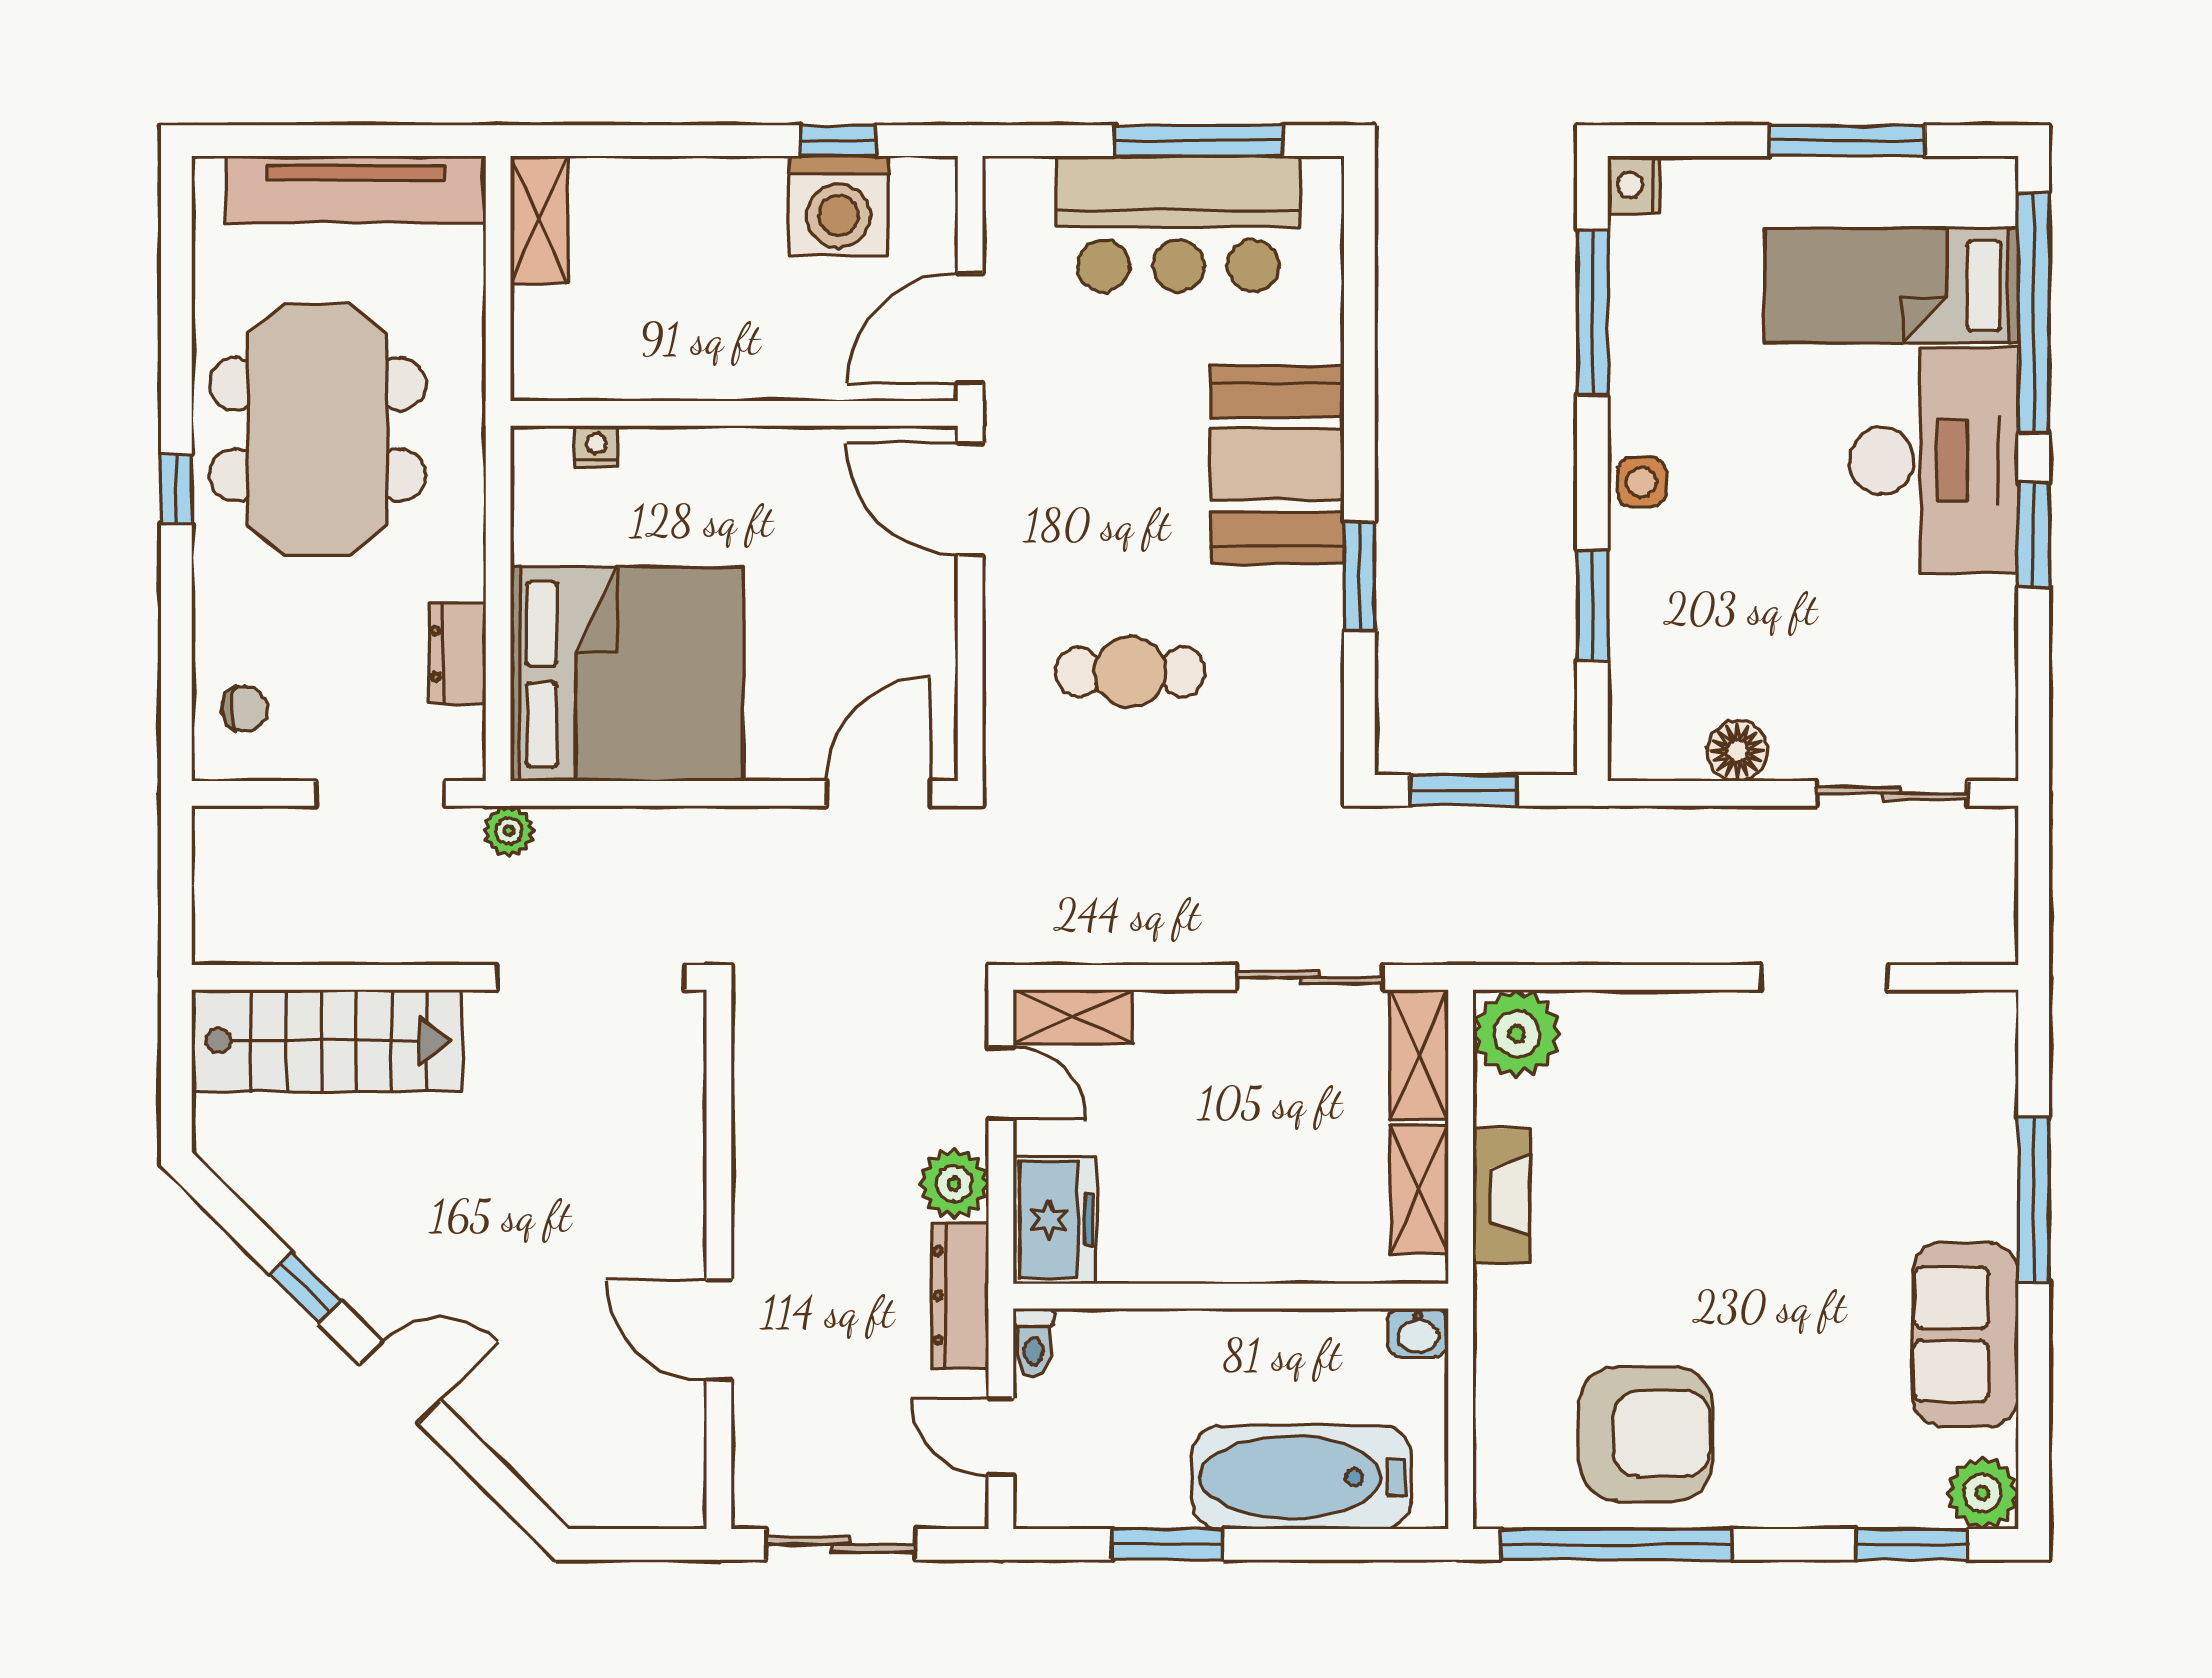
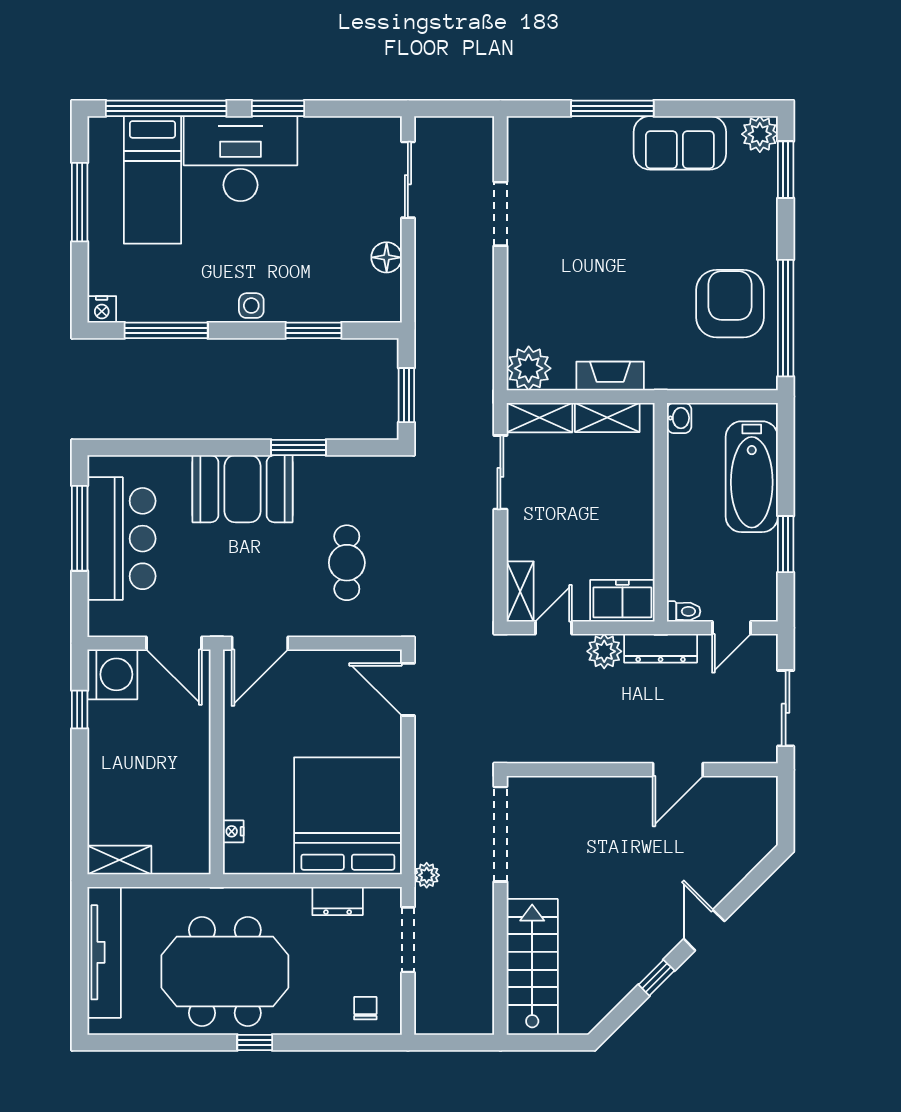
washing machine: (838, 206) -> (112, 674), moved

